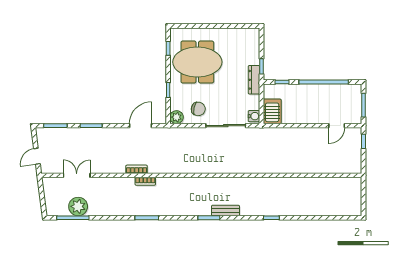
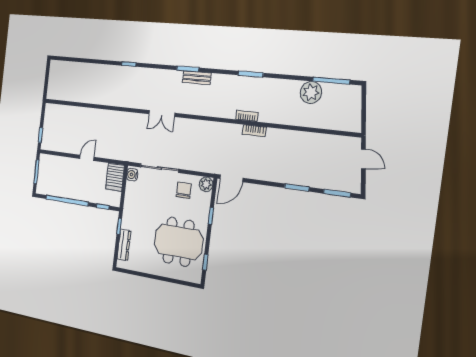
dresser: (254, 80) -> (124, 245), moved
chair: (198, 109) -> (184, 190), turned 78
door: (140, 126) -> (231, 178), moved
door: (337, 126) -> (87, 158), moved
door: (37, 156) -> (363, 159), hinge flipped
double door: (77, 175) -> (162, 113), moved
plant: (78, 206) -> (311, 92), moved
bench: (225, 210) -> (197, 78), moved

